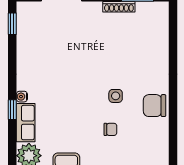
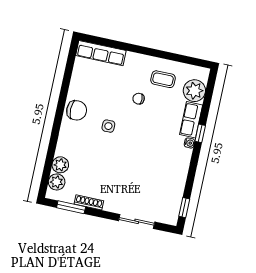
plant: (160, 22) -> (57, 182), added
plant: (160, 41) -> (60, 165), added
chair: (110, 129) -> (139, 99), moved

